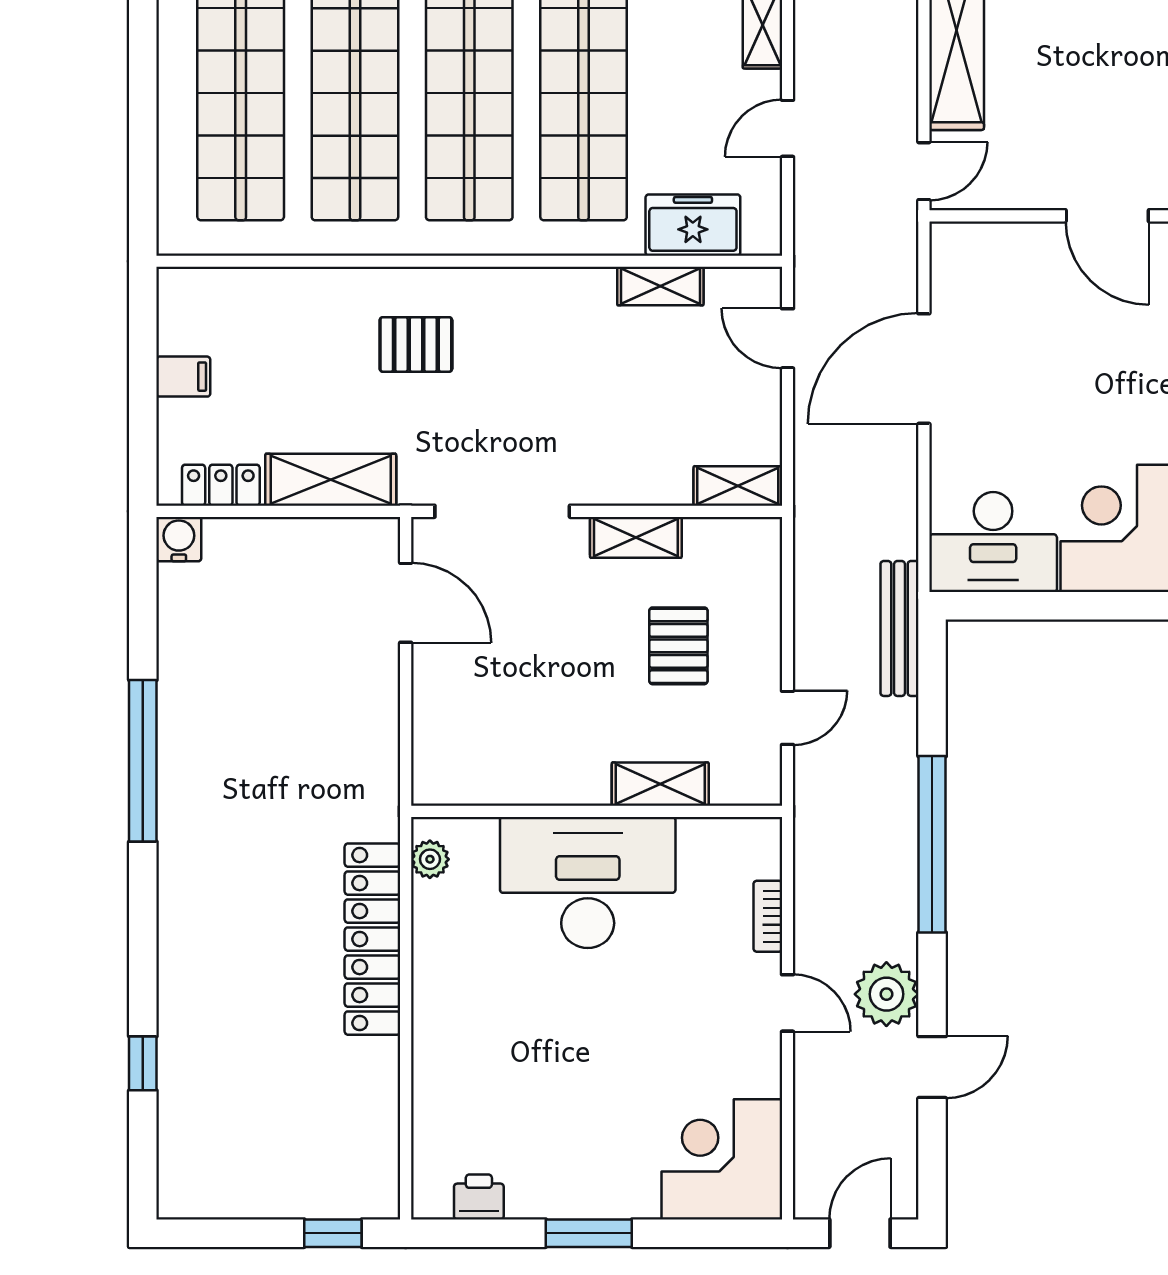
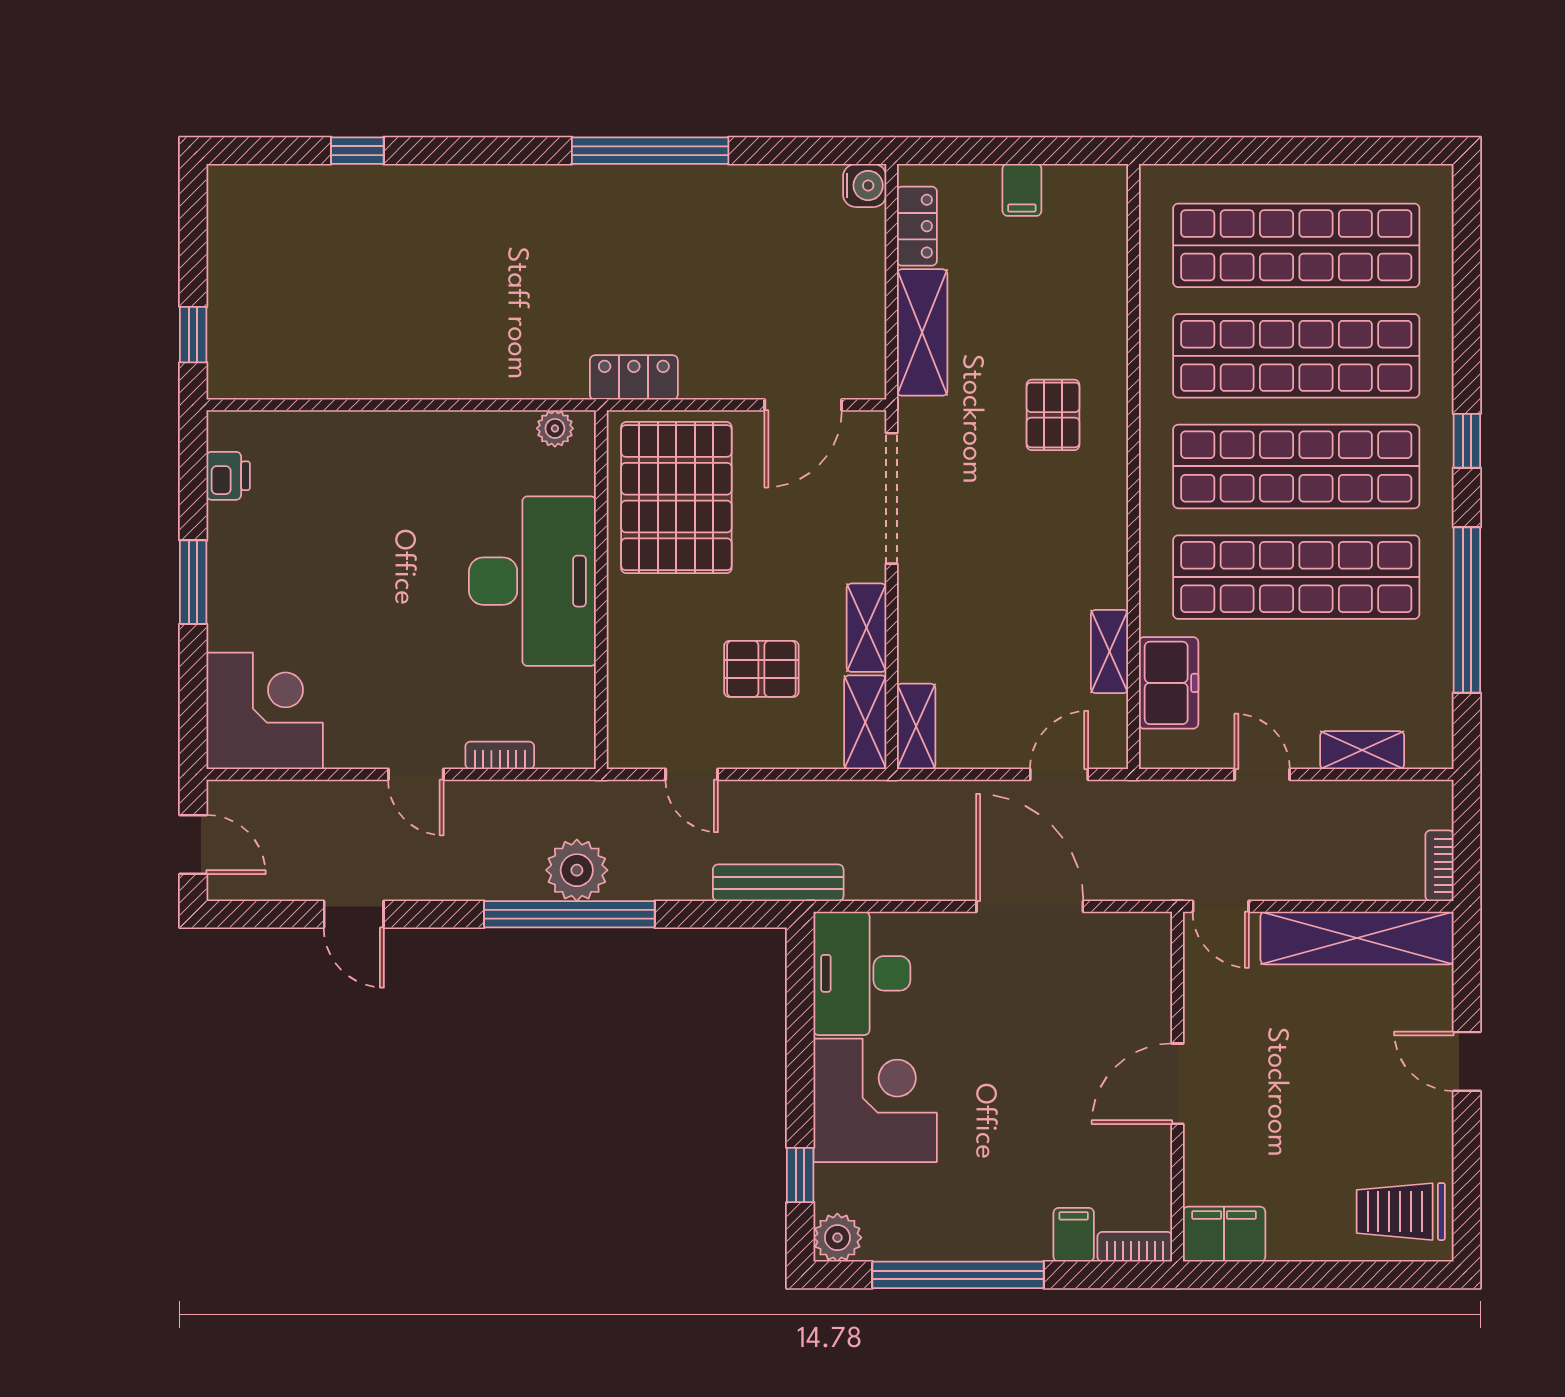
pallet: (501, 734) -> (676, 498), added
shelving: (660, 784) -> (865, 722), moved
locker: (372, 939) -> (634, 377), moved, width x0.46, depth x0.83
plant: (886, 994) -> (577, 870), moved
door: (787, 1003) -> (416, 774), hinge flipped

